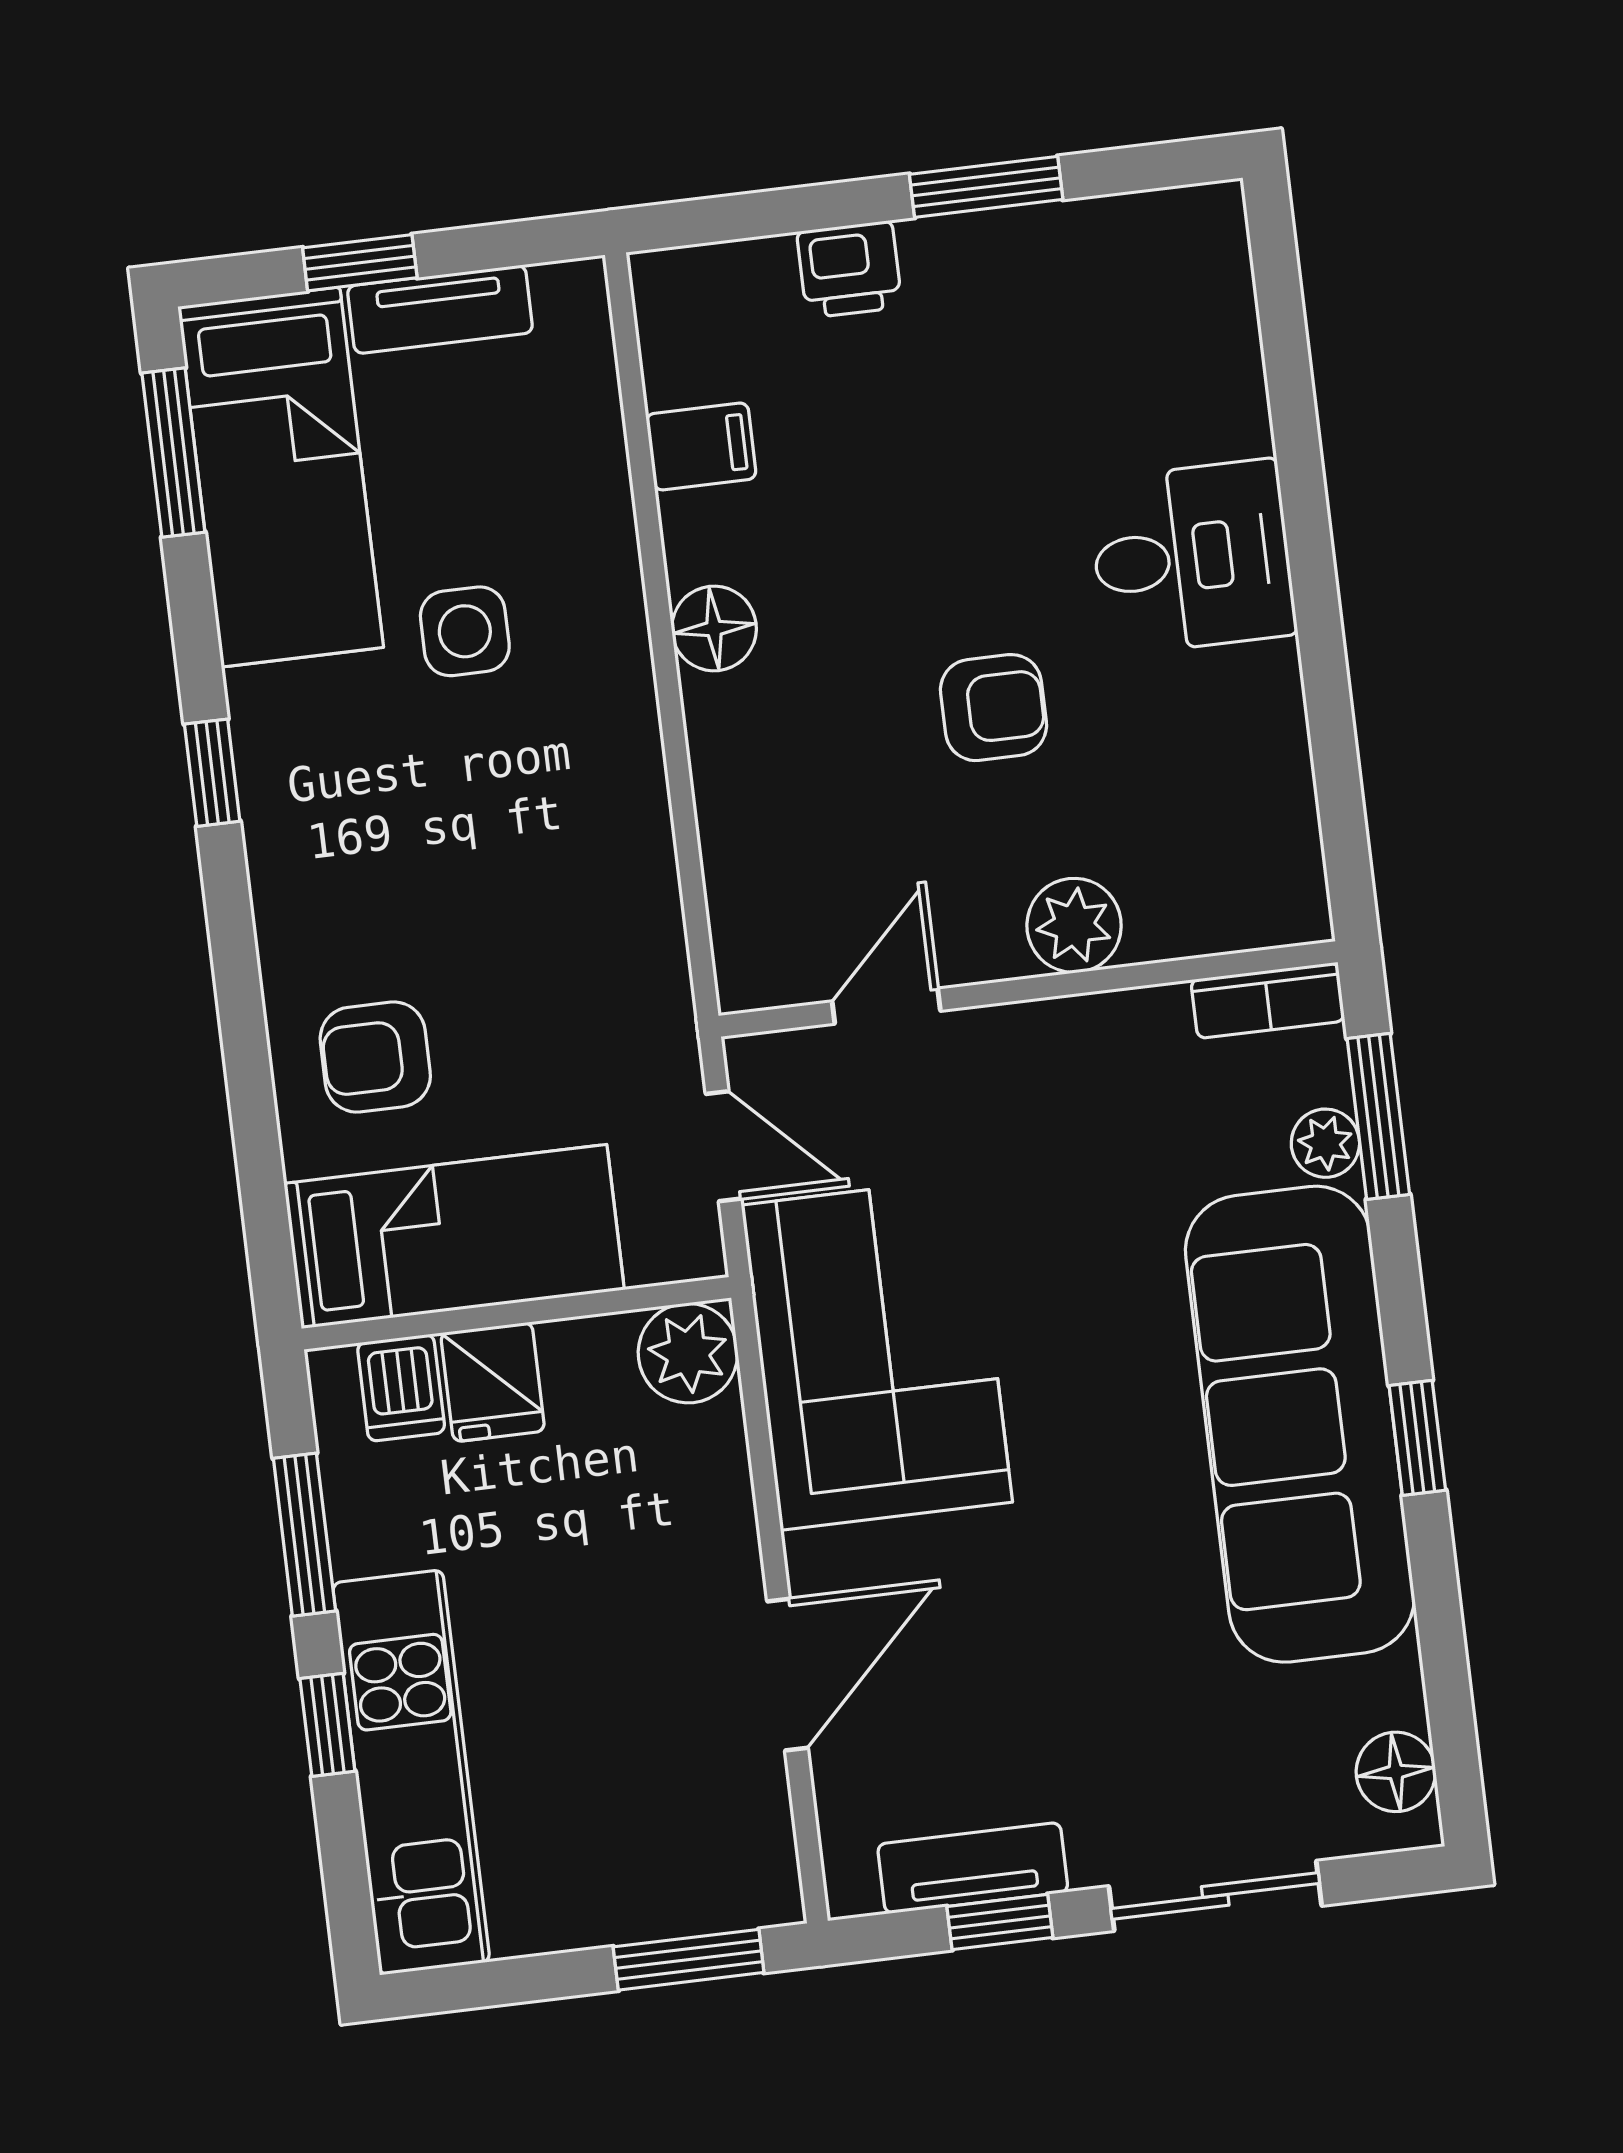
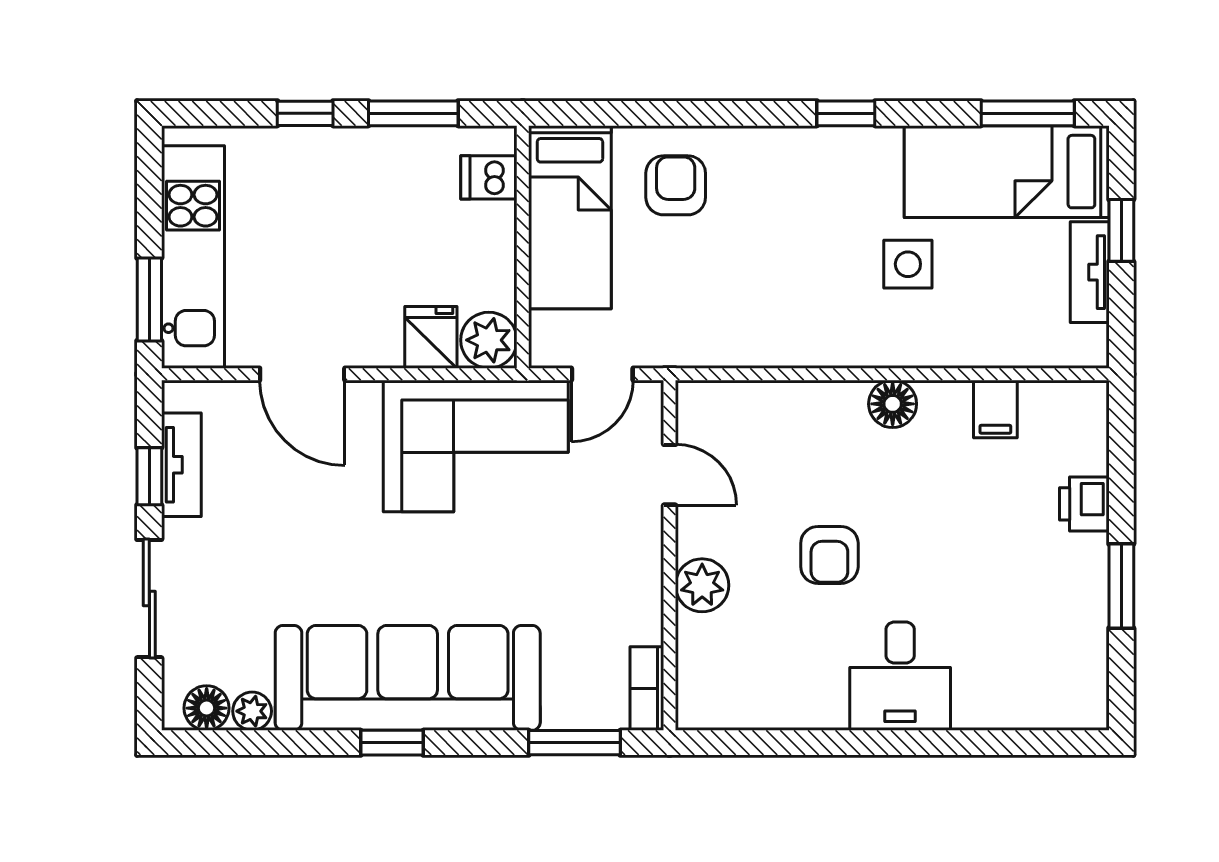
plant: (1325, 1143) -> (252, 711), moved
fridge: (493, 1382) -> (431, 337), moved, turned 90
kitchen unit: (411, 1772) -> (193, 257), moved, turned -90

